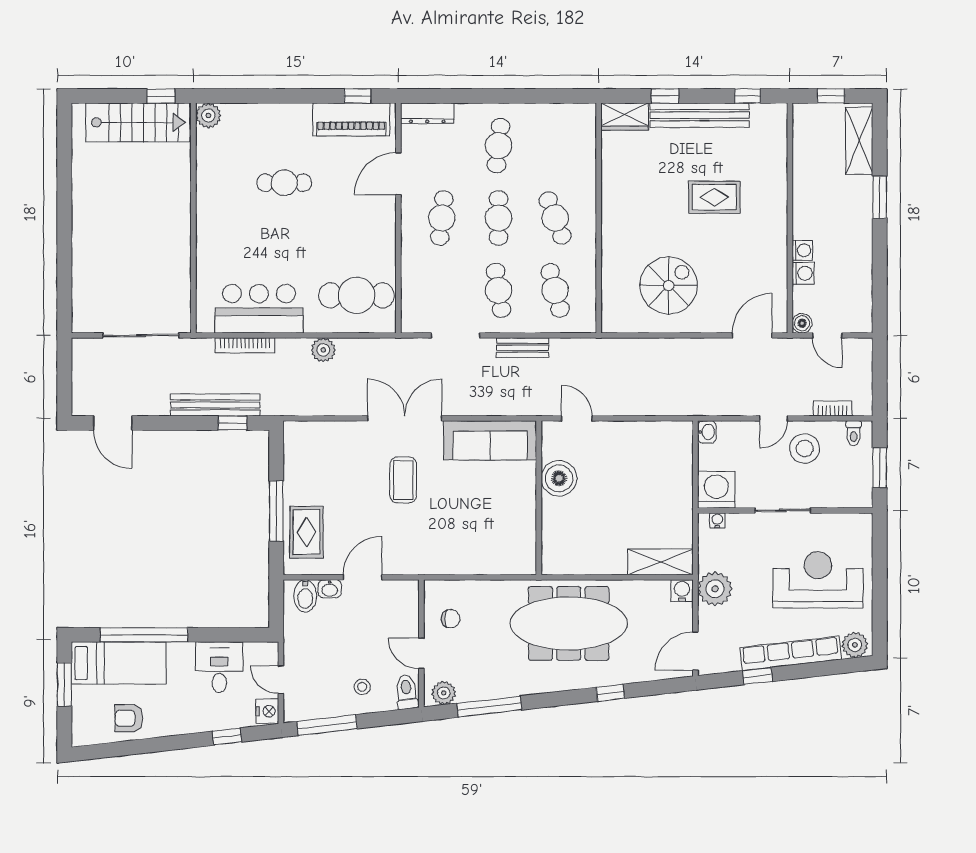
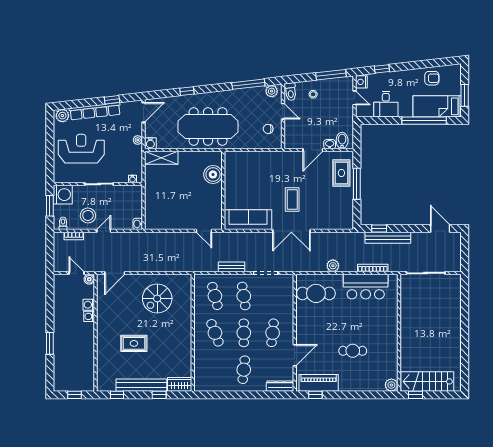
shelving: (859, 141) -> (60, 372), removed
boiler: (559, 478) -> (213, 174), moved
washing machine: (716, 490) -> (63, 195), moved, turned -90
reception desk: (818, 580) -> (81, 149), turned 180
plant: (715, 589) -> (138, 140), width x0.53, depth x0.53

